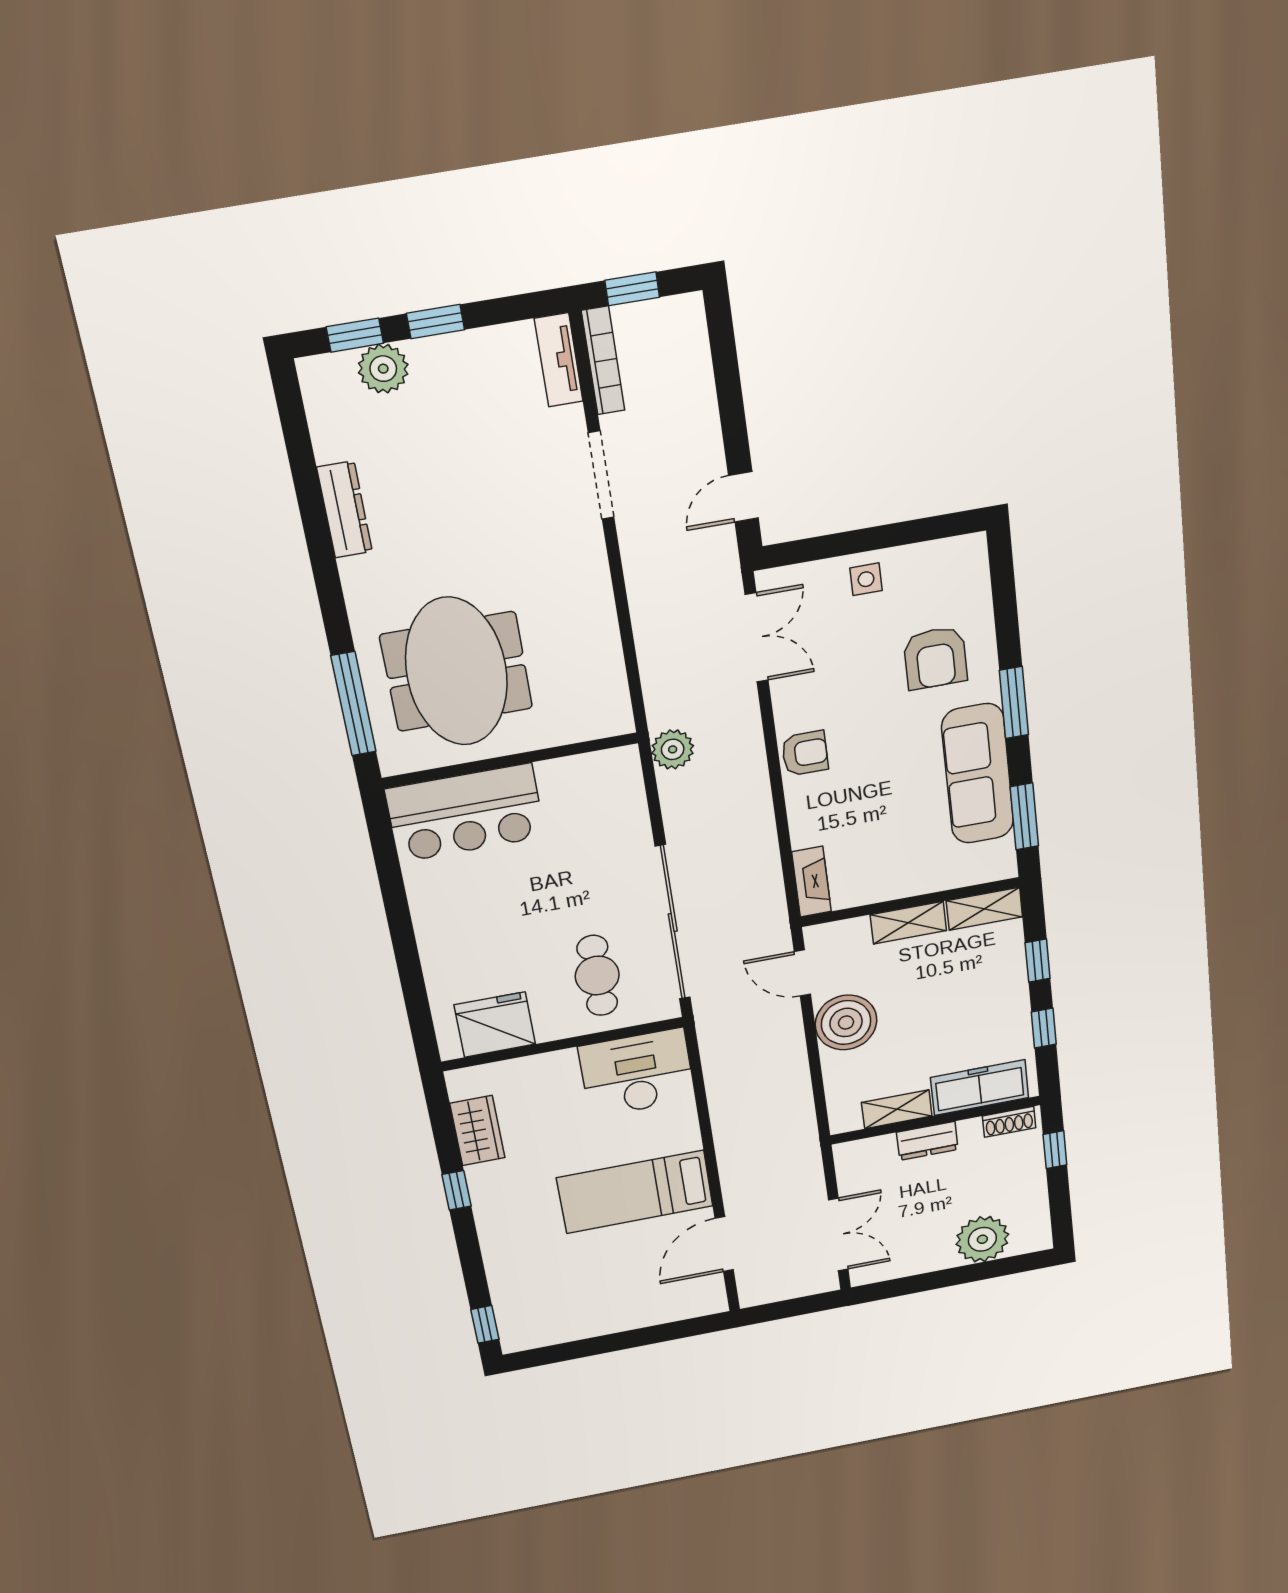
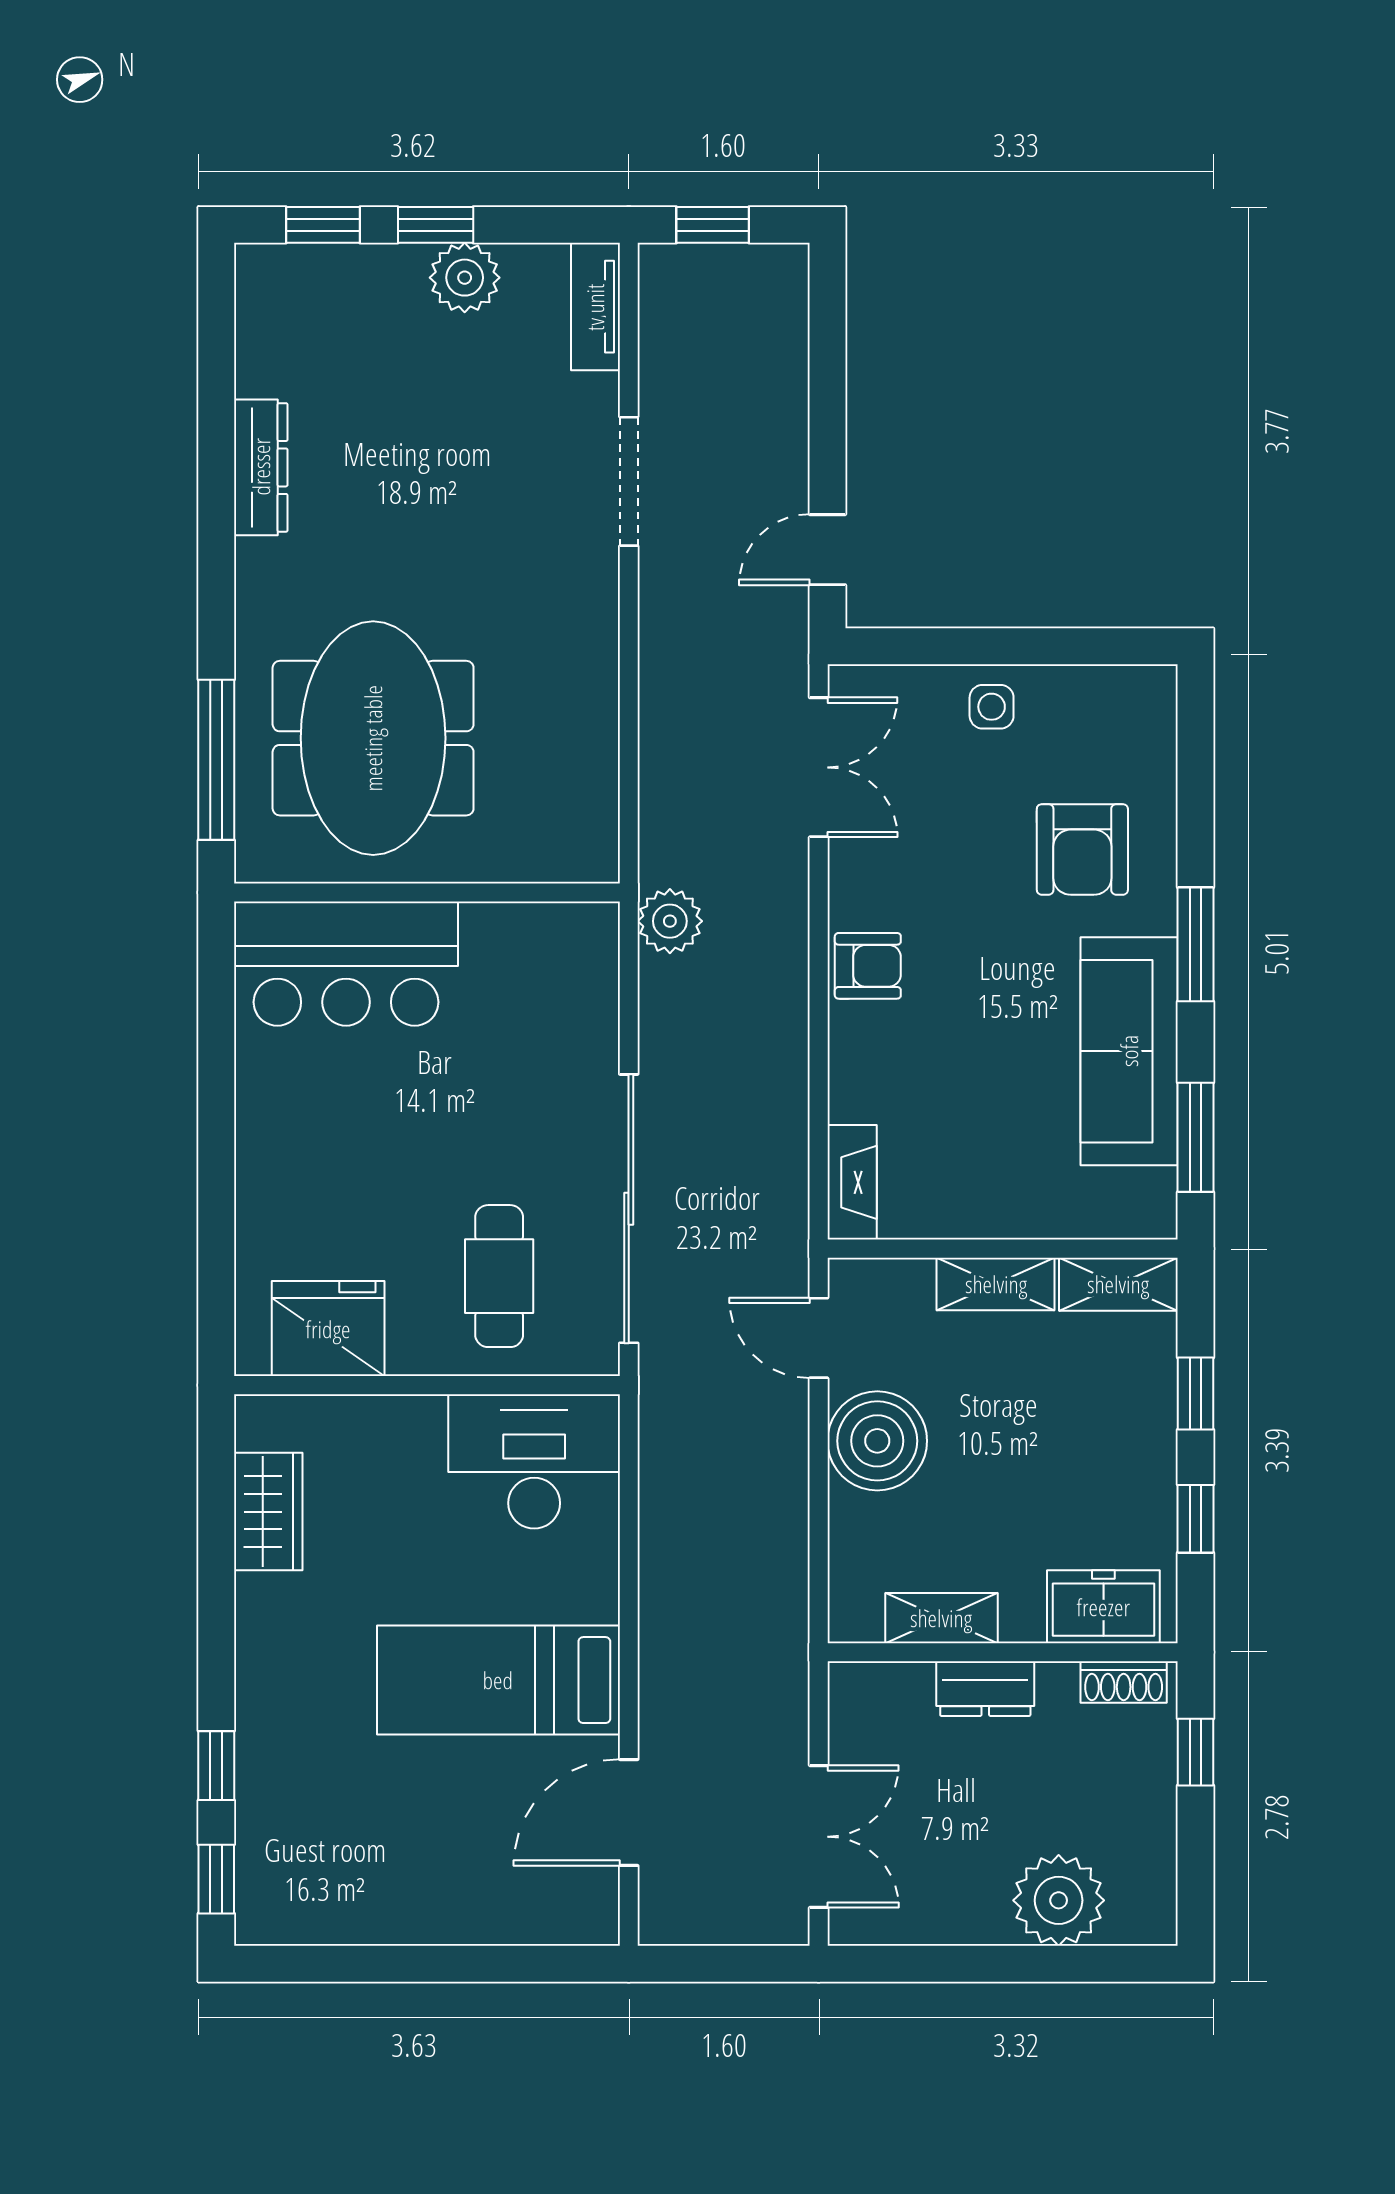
bookcase: (603, 361) -> (657, 318), removed
plant: (383, 369) -> (465, 278), moved
freezer: (980, 1088) -> (1103, 1607), width x0.71
window: (457, 1190) -> (216, 1766), moved

